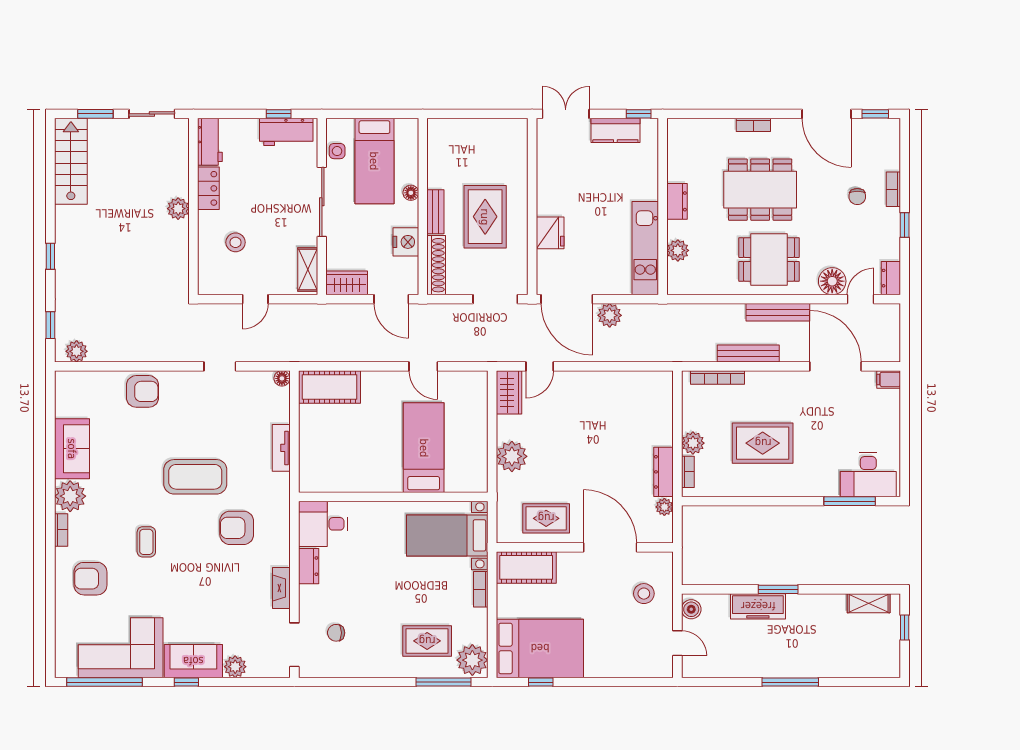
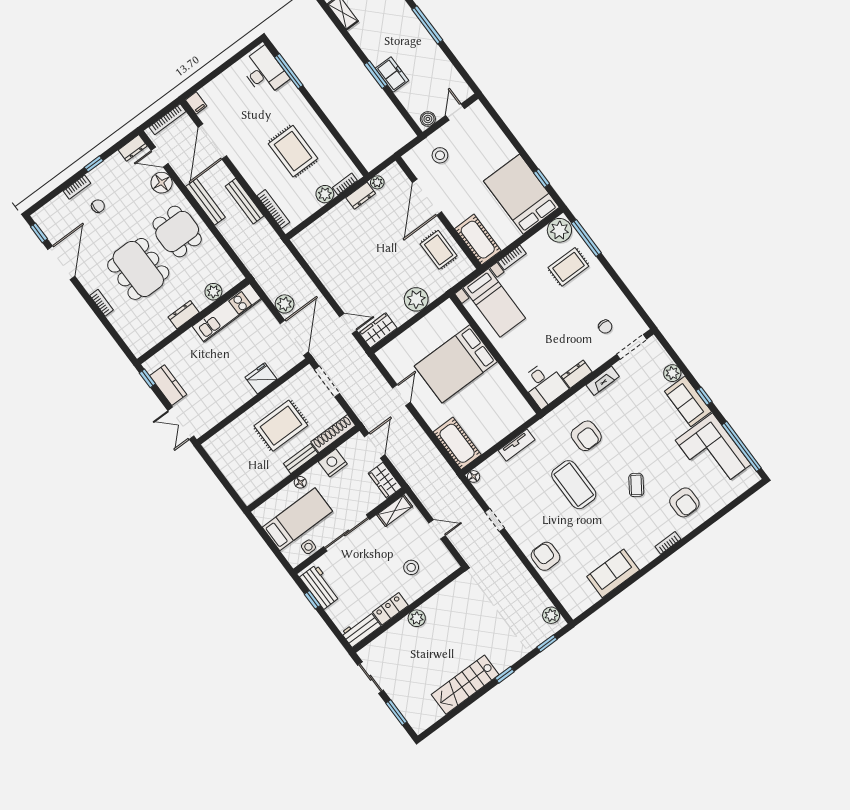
stairs: (71, 161) -> (465, 685), moved
bookcase: (894, 337) -> (167, 119), added
bed: (424, 448) -> (456, 364), width x1.50
dresser: (663, 472) -> (361, 196), width x0.70
plant: (70, 496) -> (643, 553), removed
coffee table: (146, 542) -> (636, 485), turned -56
freezer: (758, 606) -> (392, 74), width x0.71
rug: (427, 641) -> (568, 267), turned 90

